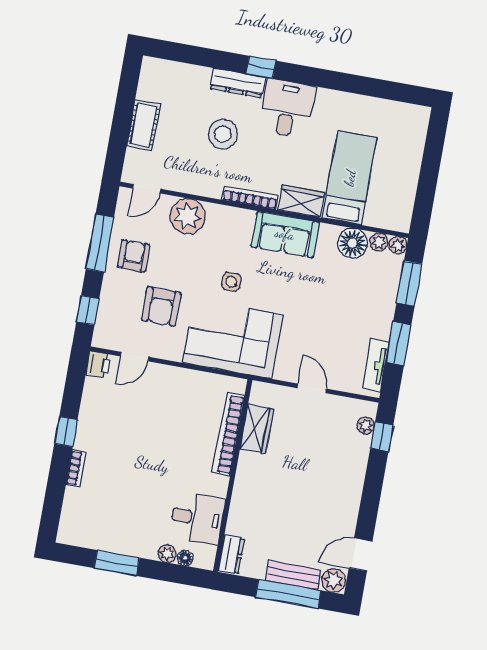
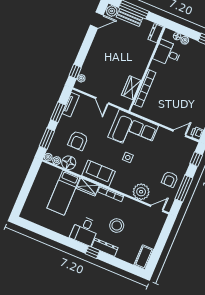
cot: (143, 125) -> (144, 257), moved
armchair: (161, 306) -> (78, 141), moved, turned 180

